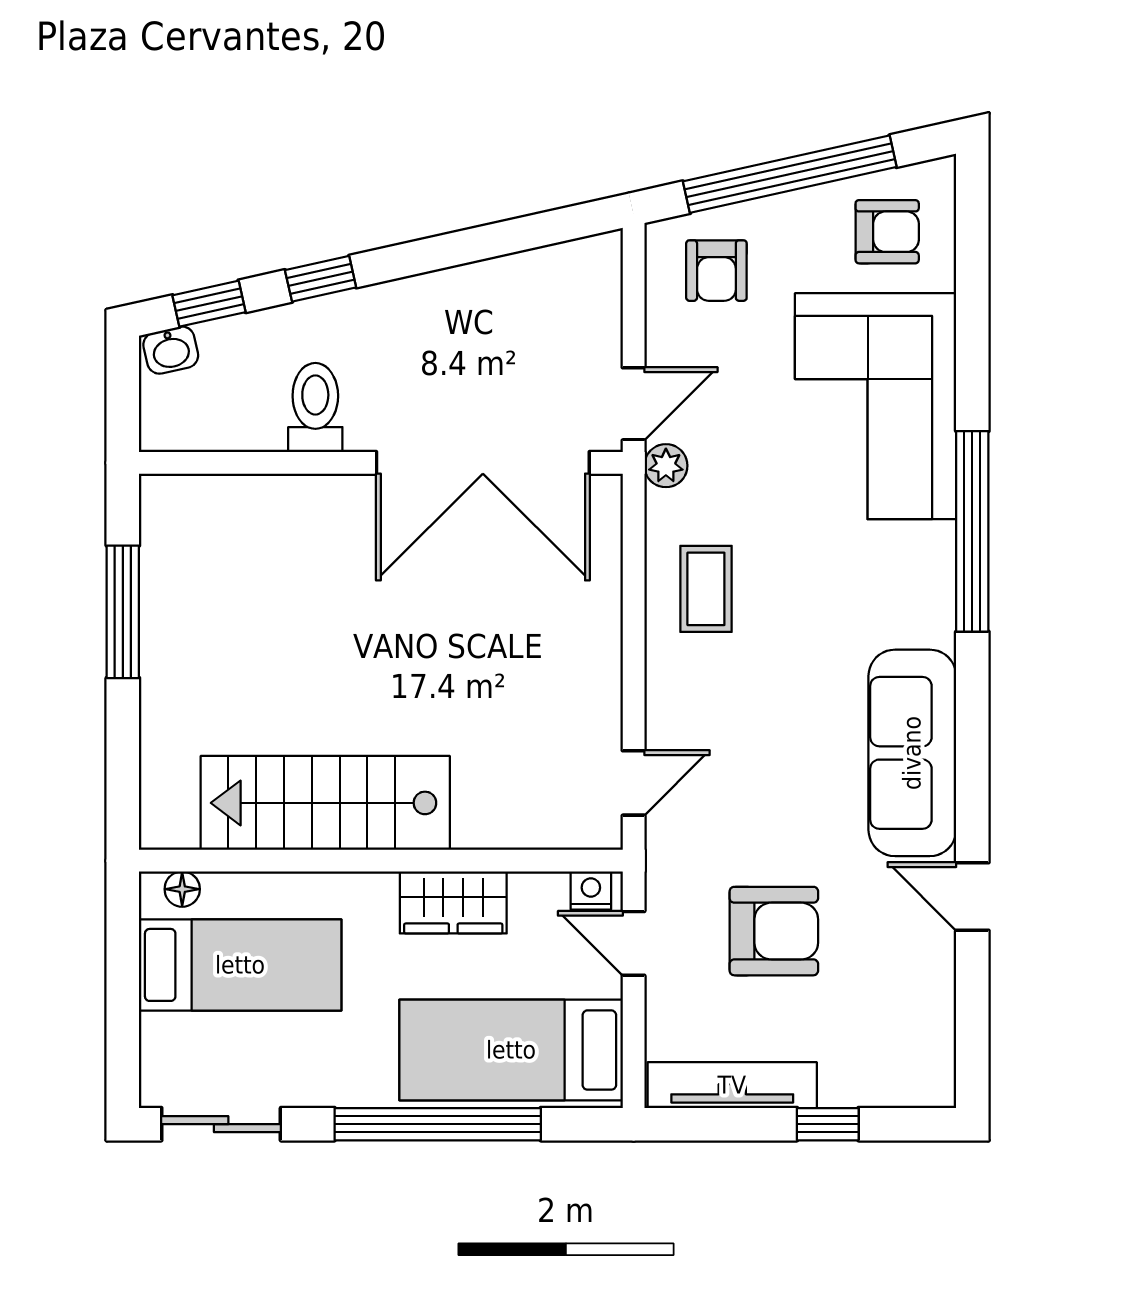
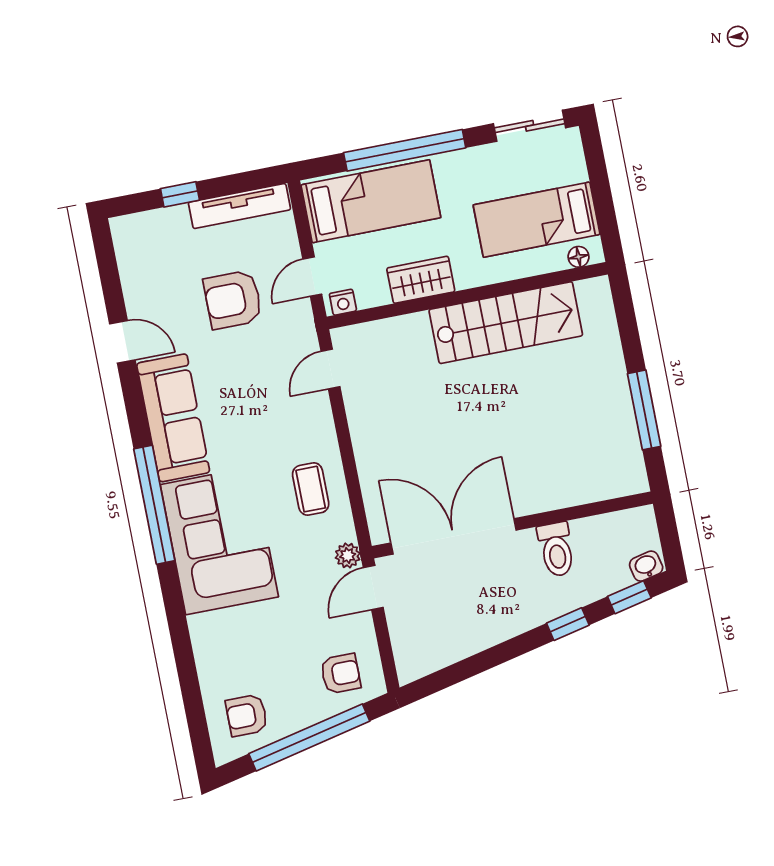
armchair: (716, 271) -> (341, 674), turned 90
corner sofa: (876, 406) -> (219, 541), moved
window: (972, 531) -> (154, 505), moved
door: (634, 943) -> (312, 277), swing flipped

